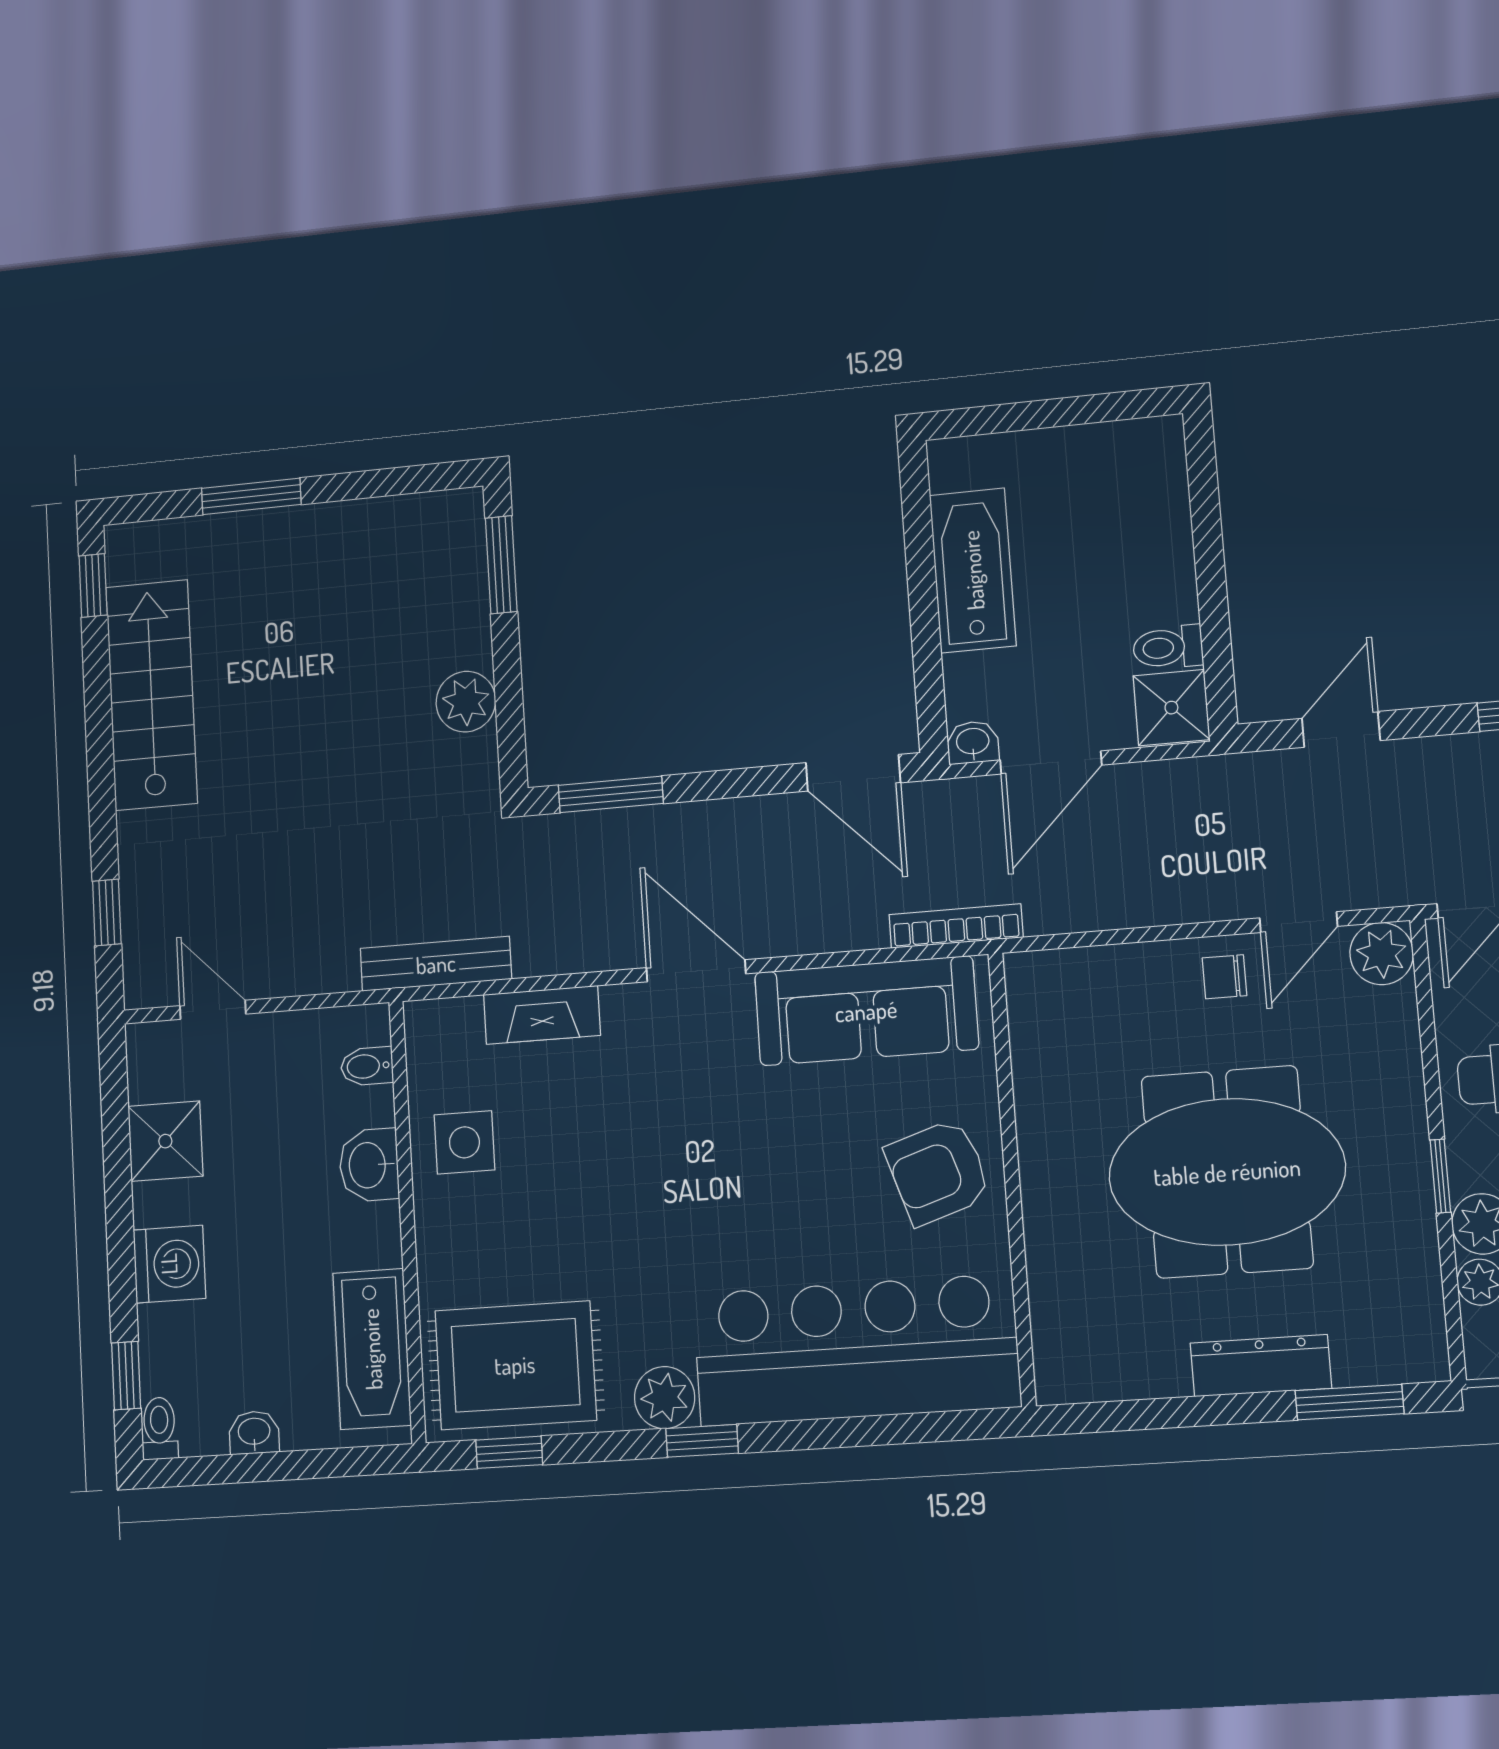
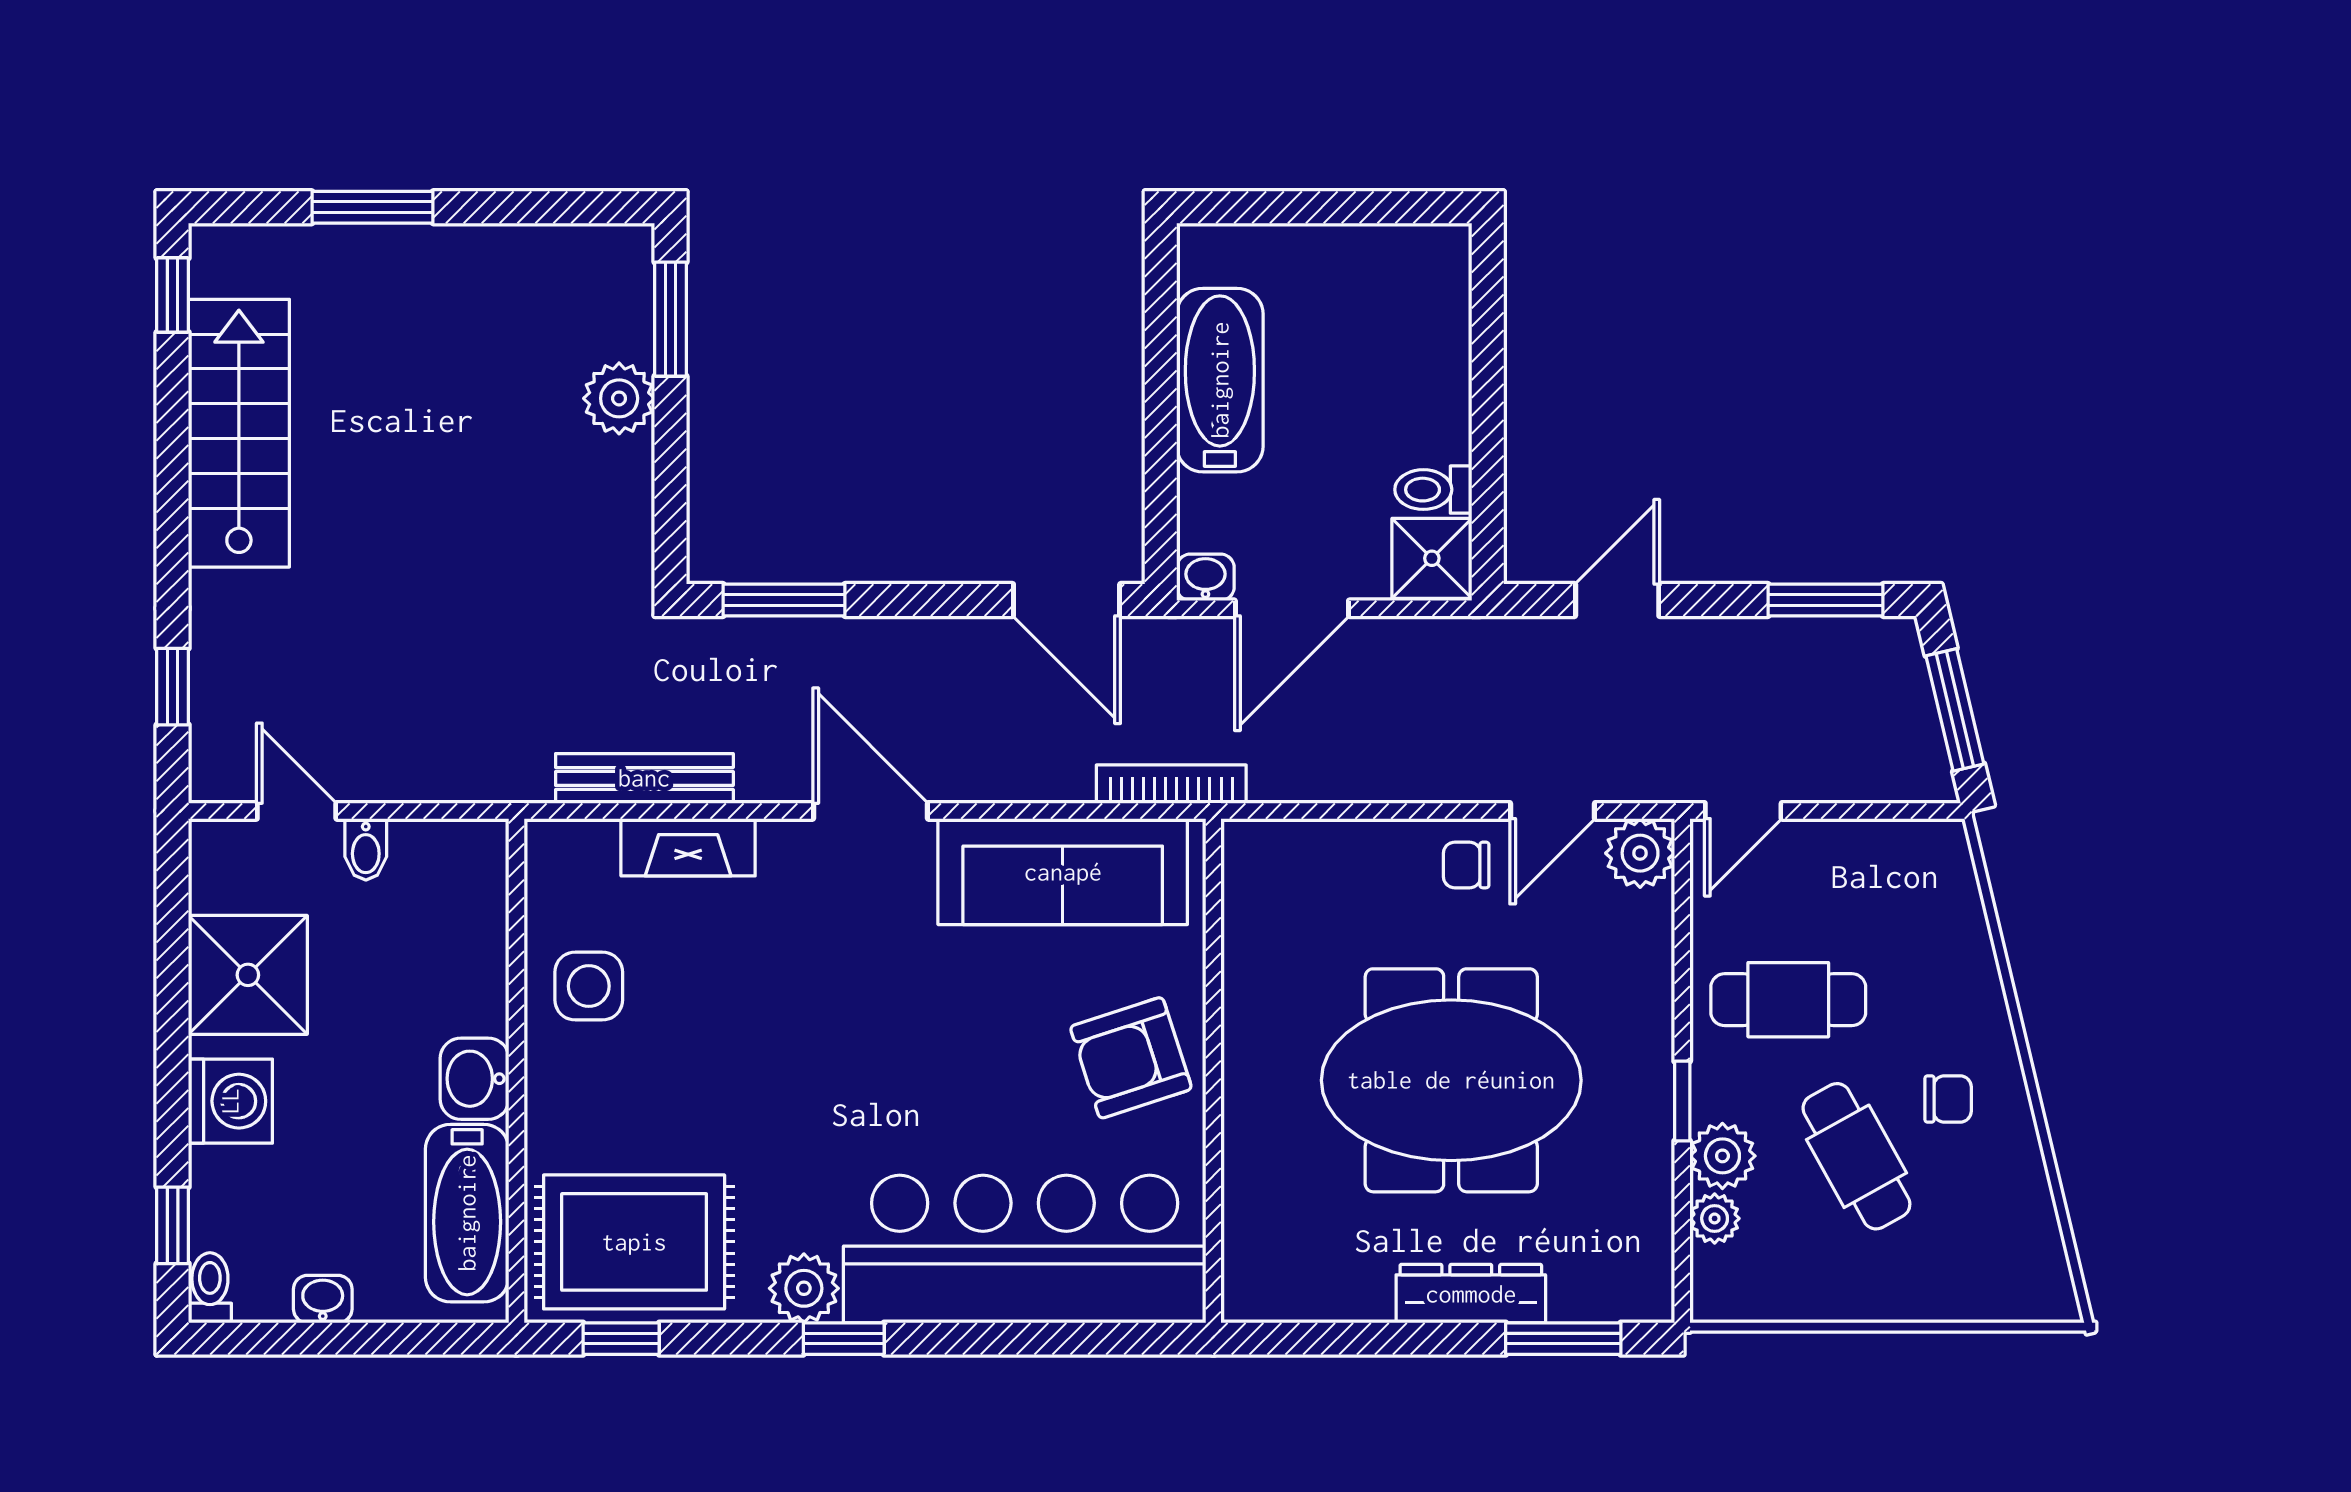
plant: (466, 702) -> (619, 398), moved
bench: (436, 964) -> (644, 778), moved
bidet: (367, 1066) -> (366, 849), moved, turned -90
shower: (165, 1141) -> (248, 975), width x1.36, depth x1.36
washbasin: (369, 1165) -> (475, 1079), moved

